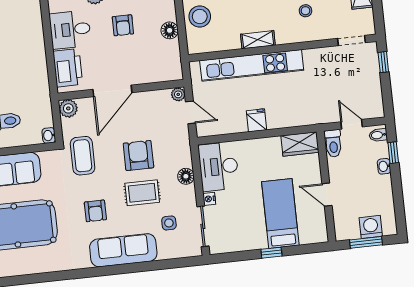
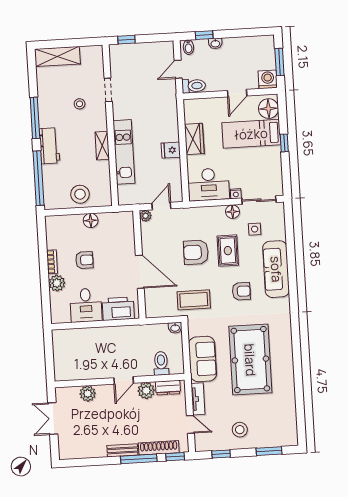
doorway: (351, 40) -> (108, 90), moved
kitchen unit: (252, 65) -> (124, 152), width x0.73
plant: (68, 108) -> (153, 310), removed
wardrobe: (300, 144) -> (194, 139), moved
floor lamp: (186, 176) -> (233, 212), moved
washing machine: (371, 227) -> (268, 79), moved, turned 90
floor lamp: (311, 232) -> (269, 109), added

